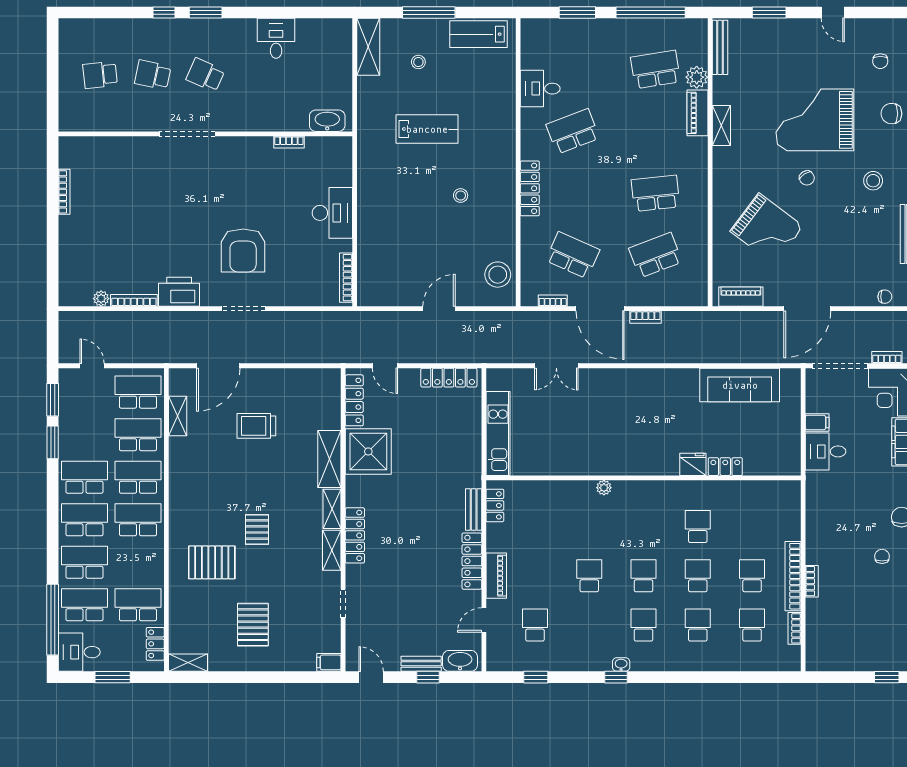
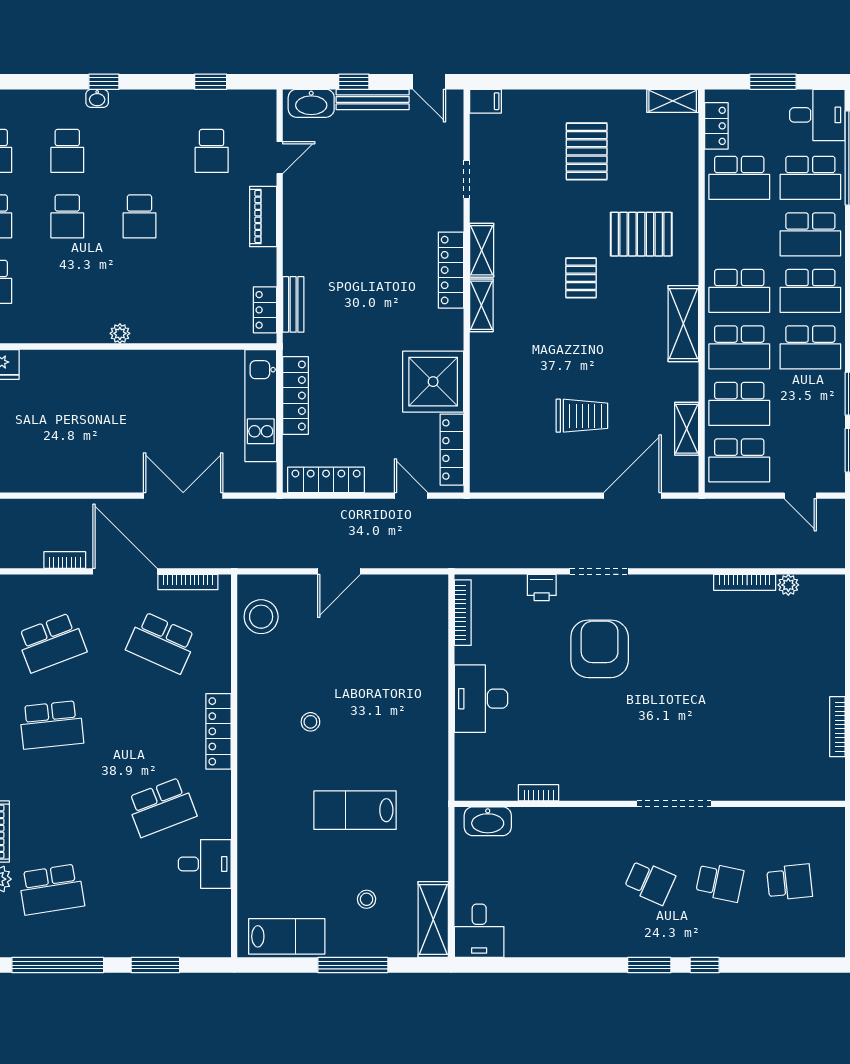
desk: (276, 38) -> (479, 931), moved
printer: (179, 292) -> (542, 588), moved, width x0.53, depth x0.68
bookcase: (553, 301) -> (188, 582), width x1.56
double door: (556, 366) -> (183, 496), width x1.37
shelving: (329, 459) -> (683, 324), moved
locker: (472, 561) -> (295, 395), moved
bench: (421, 664) -> (373, 99), width x1.36

